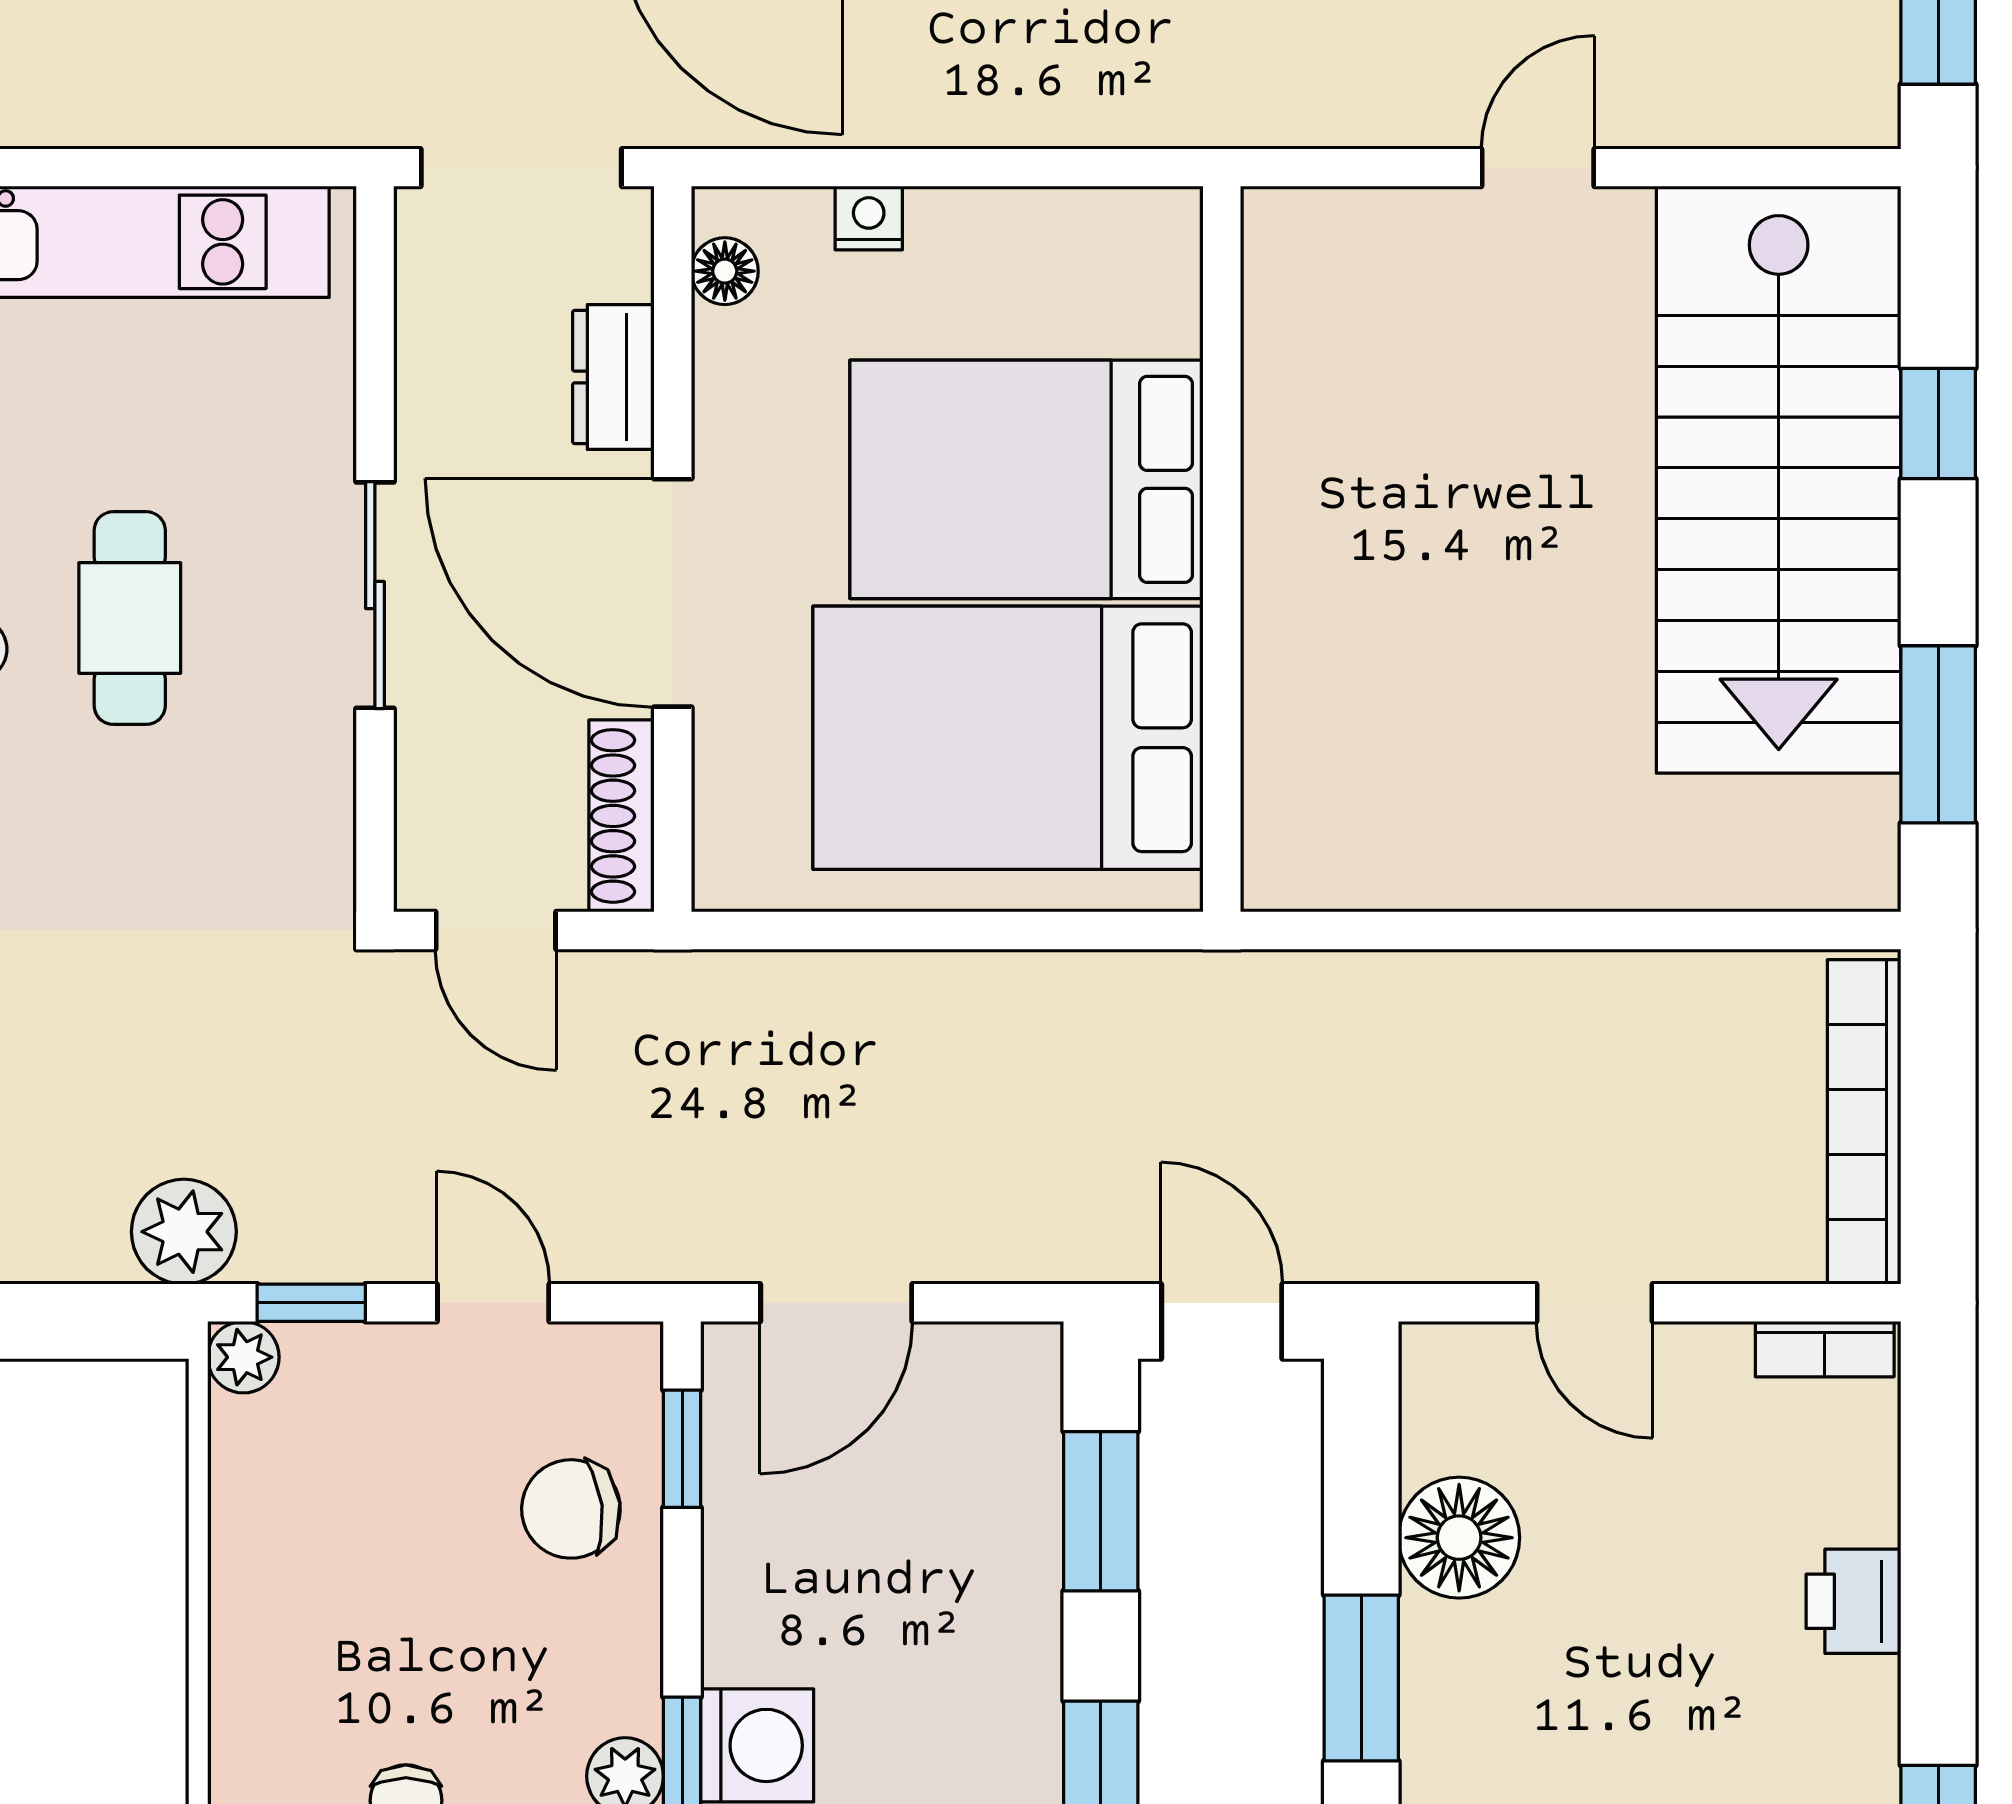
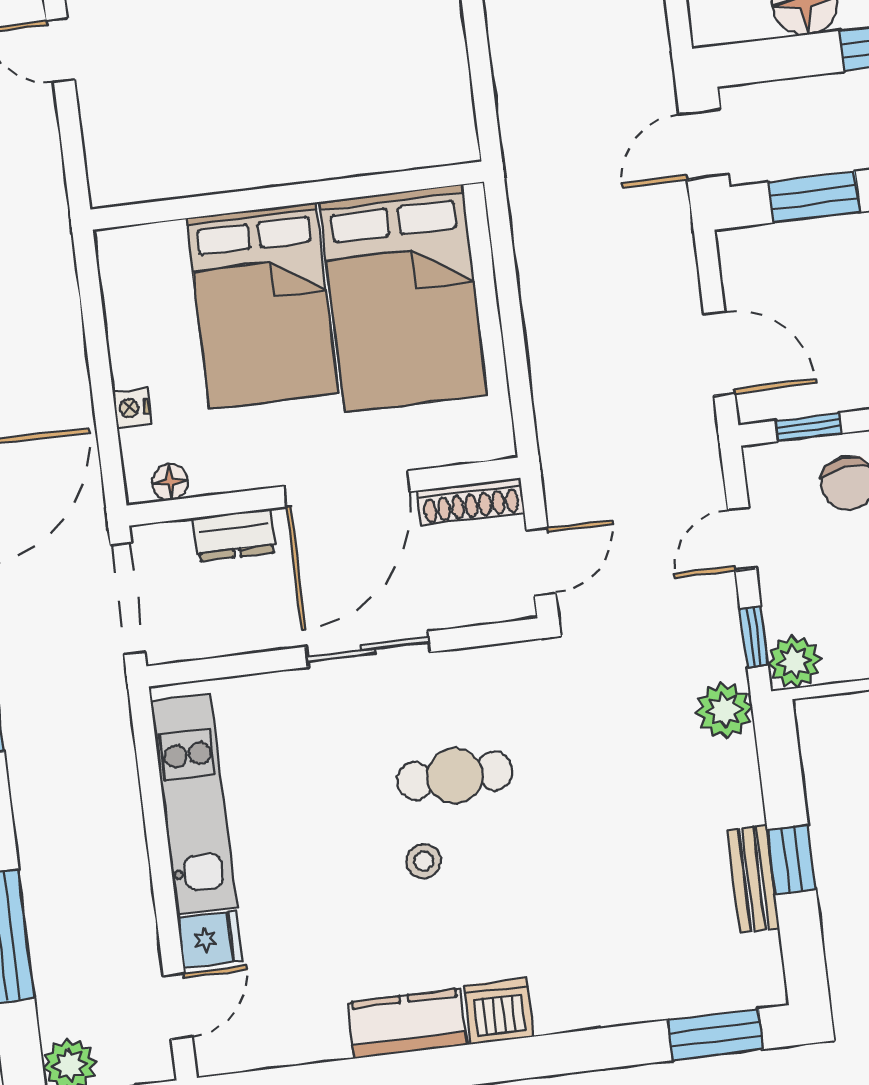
cafe table: (130, 618) -> (455, 776), moved
plant: (243, 1357) -> (794, 662), width x1.38, depth x1.38

